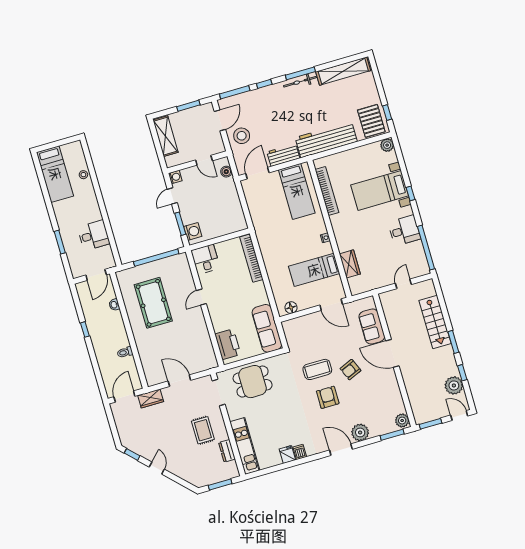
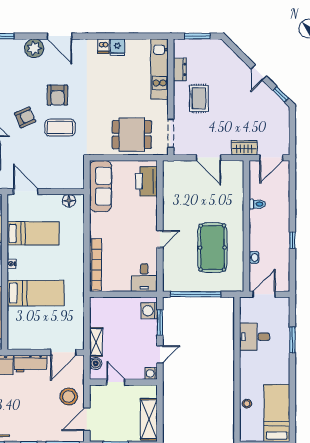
shelving: (231, 191) -> (96, 342), added
bed: (297, 191) -> (36, 293), moved, turned 90

